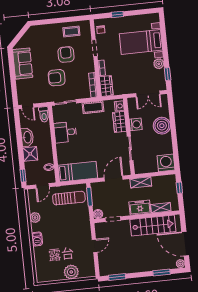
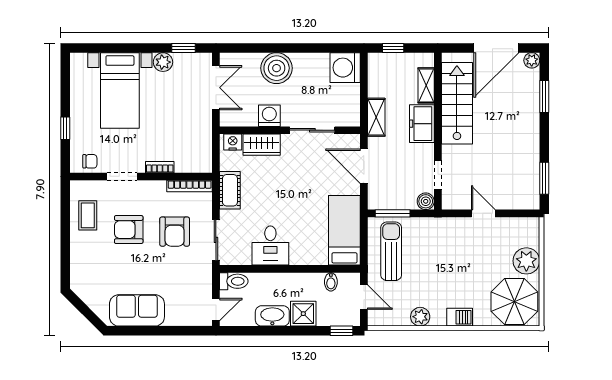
armchair: (57, 78) -> (175, 232), moved
wardrobe: (106, 86) -> (194, 162), removed
parasol: (49, 268) -> (514, 302), added

